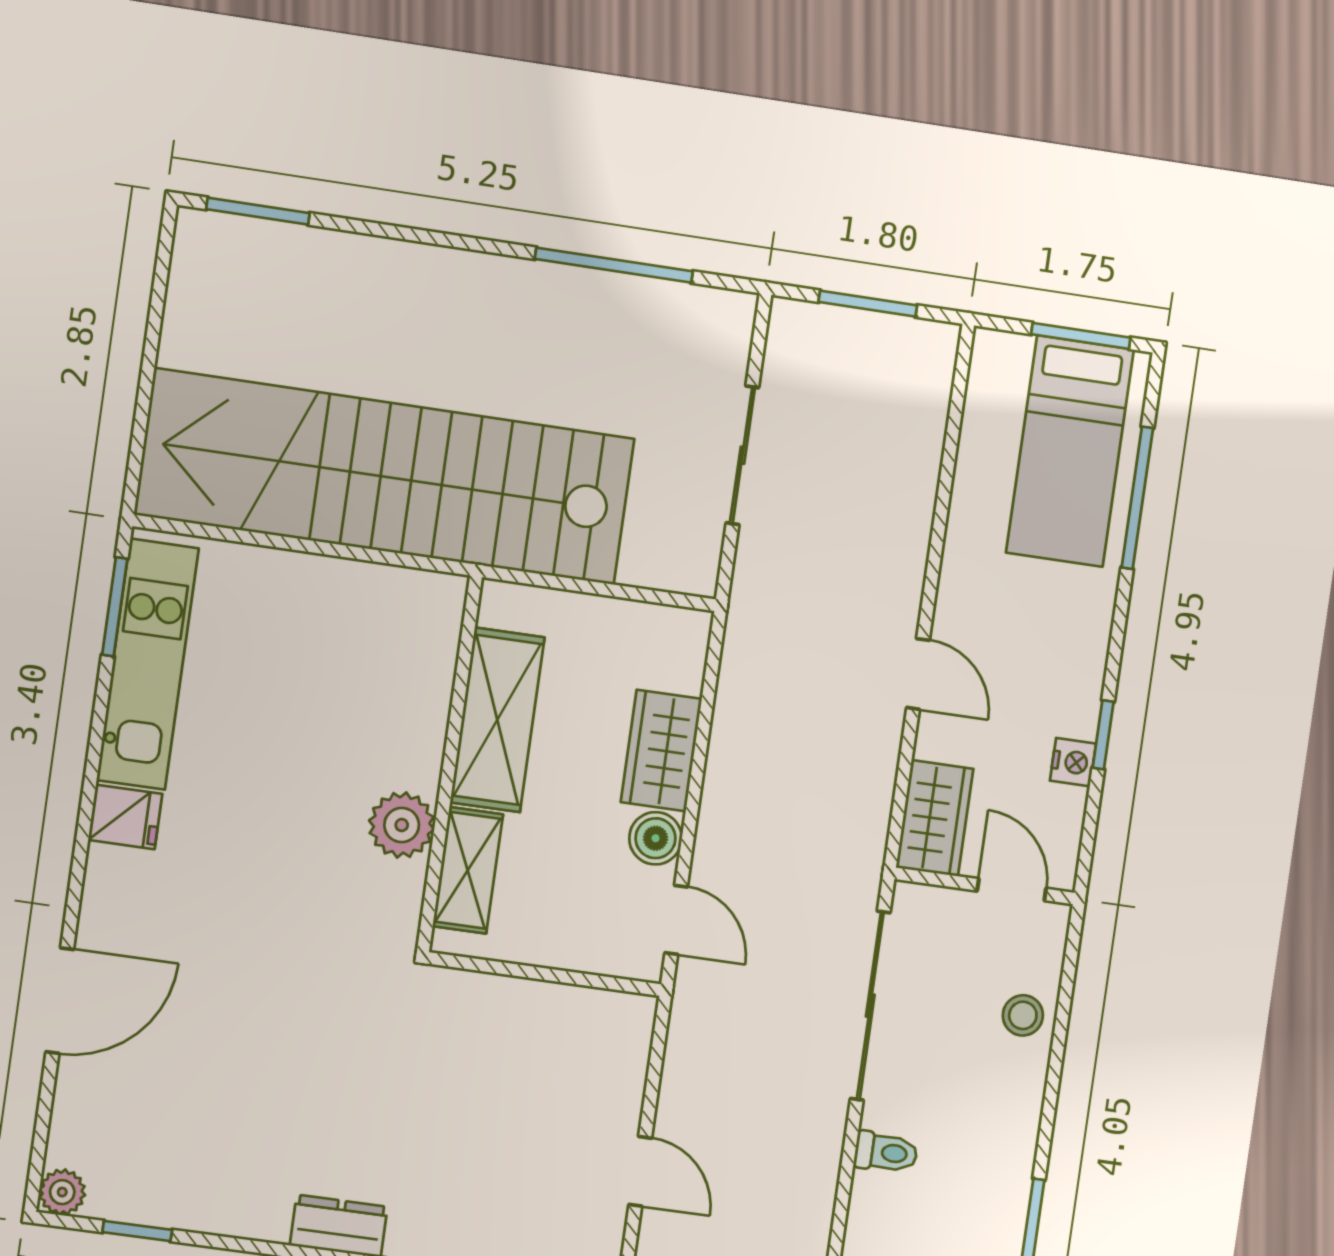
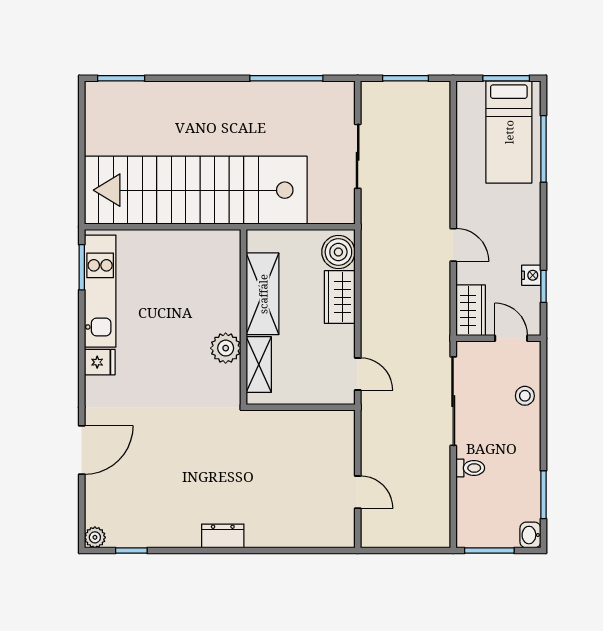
window: (1103, 735) -> (543, 286), moved
boiler: (656, 838) -> (338, 252), moved, width x1.36, depth x1.36

